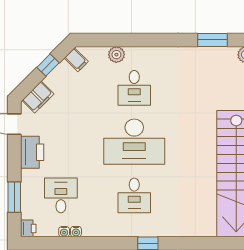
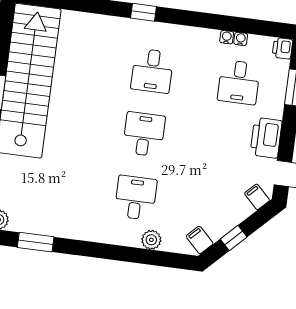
filing cabinet: (38, 97) -> (257, 197), width x0.50
desk: (134, 142) -> (144, 134), width x0.53, depth x0.77
desk: (134, 195) -> (152, 71), turned 180

